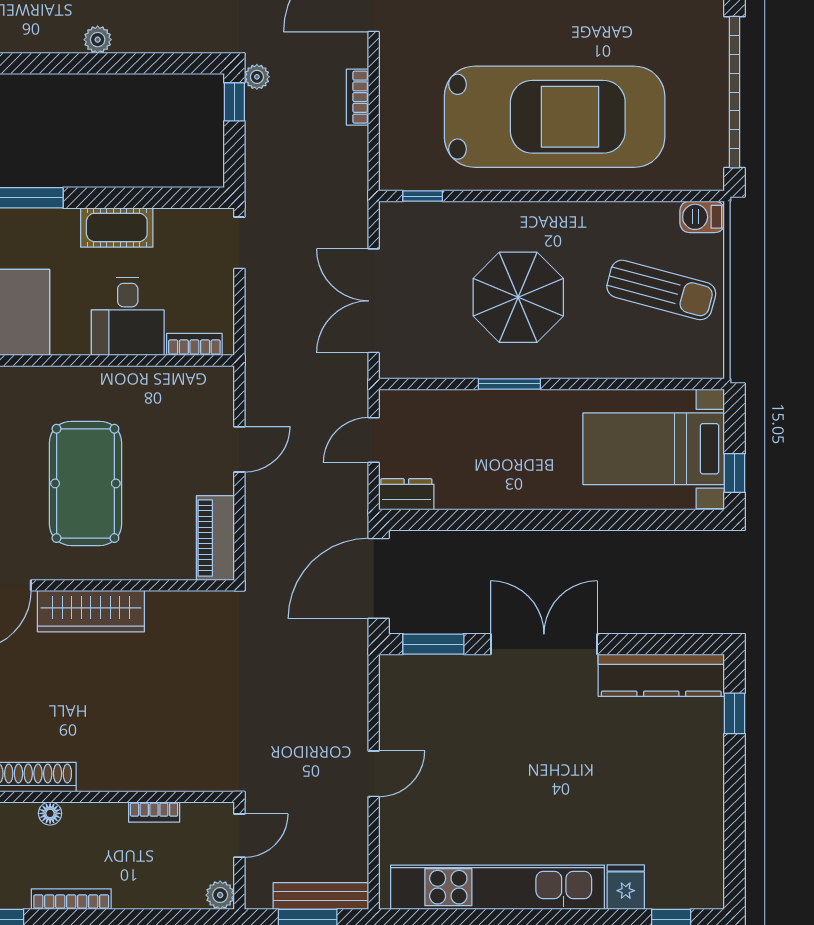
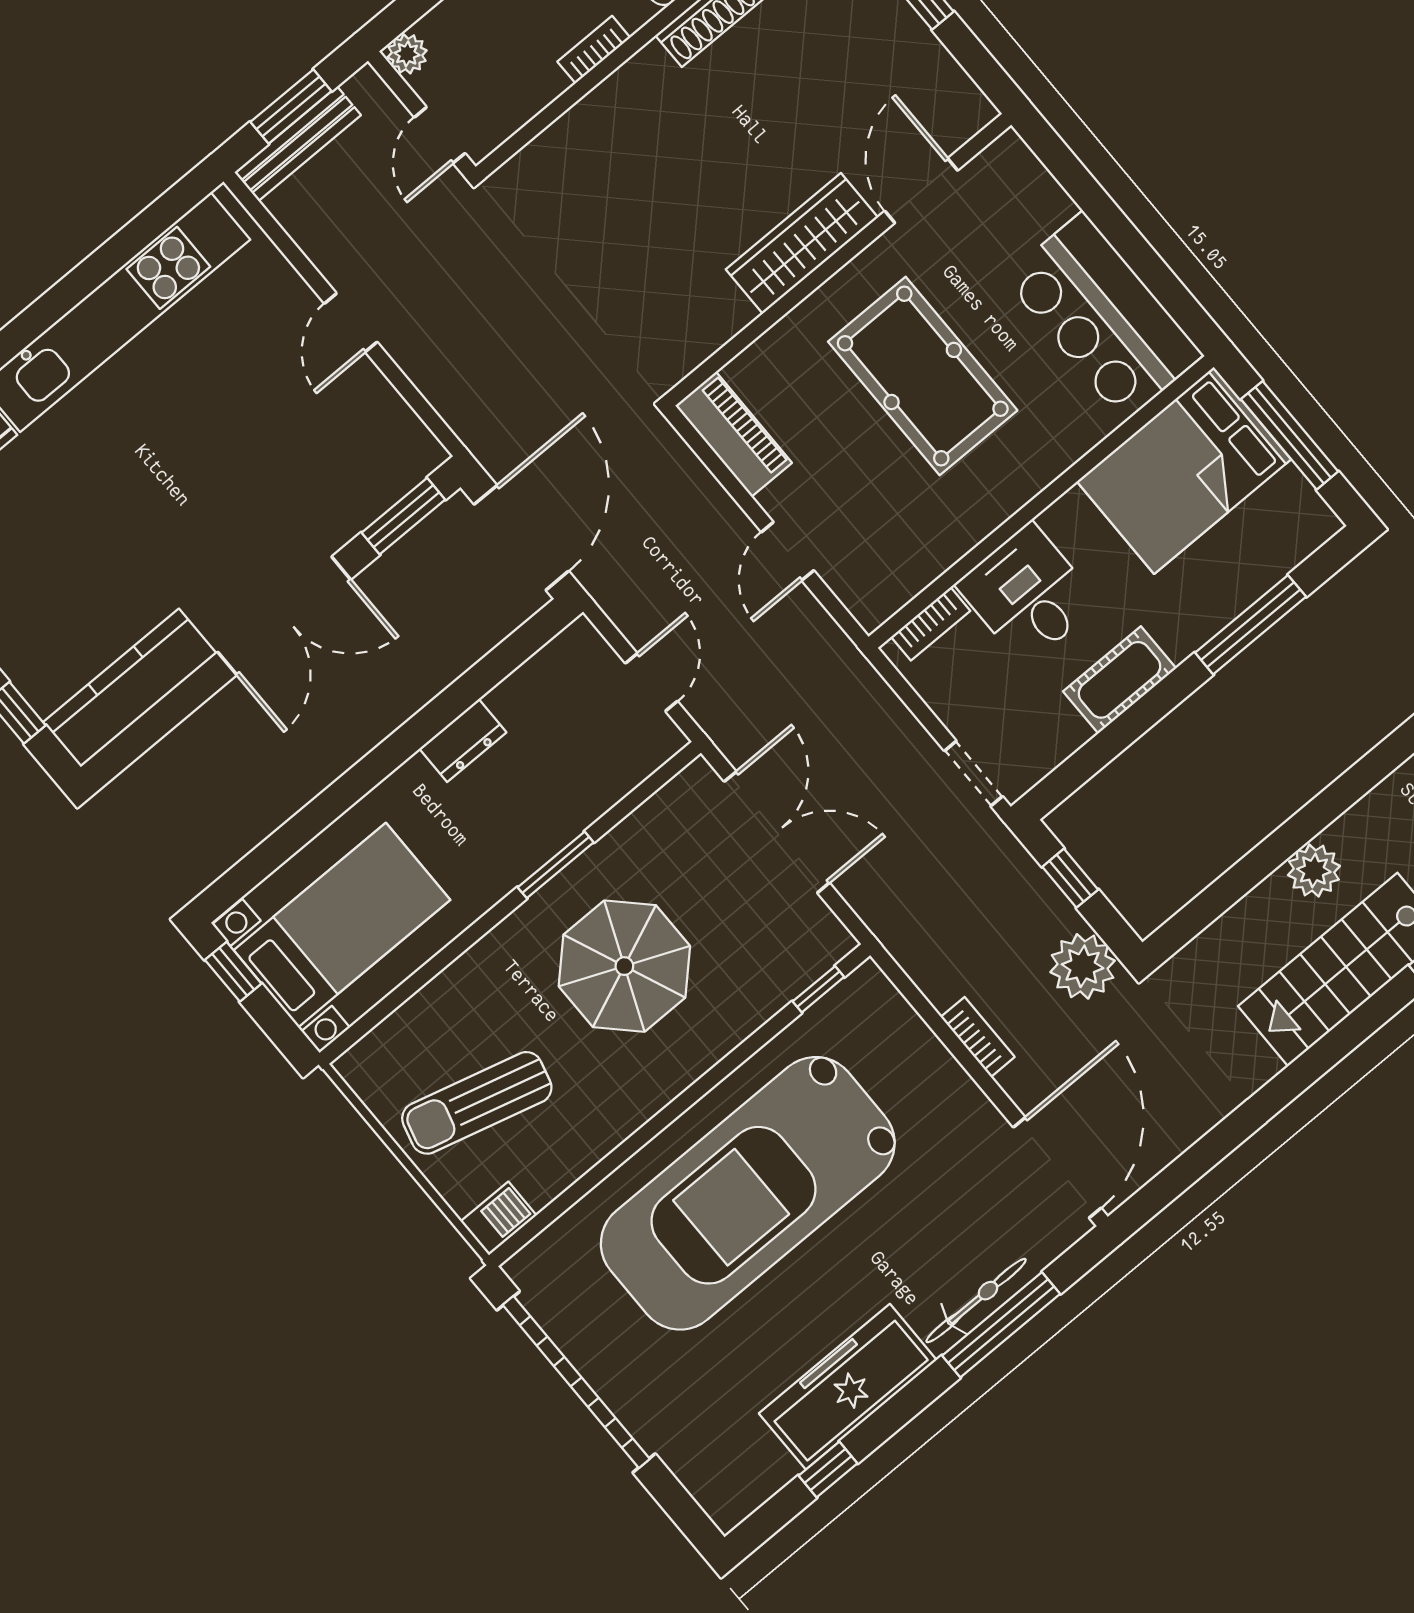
plant: (98, 40) -> (1314, 870), width x1.38, depth x1.38
plant: (257, 77) -> (1083, 966), width x1.88, depth x1.88
window: (234, 102) -> (1070, 878), moved
dresser: (406, 494) -> (463, 741), moved
bookcase: (154, 812) -> (594, 50), moved

